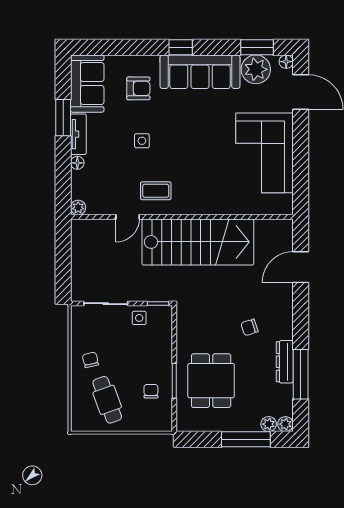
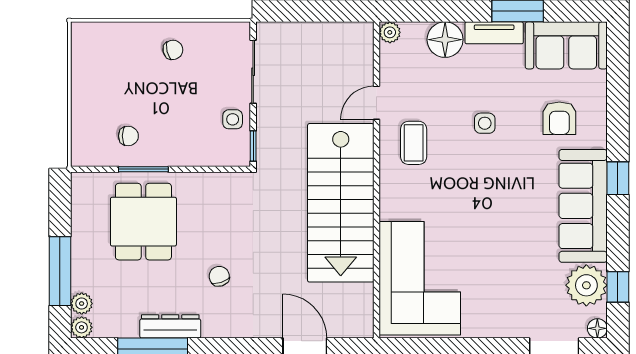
window: (257, 47) -> (618, 287), width x0.67
corner sofa: (264, 153) -> (420, 278), moved, turned 90
floor lamp: (77, 163) -> (445, 40), width x1.89, depth x1.89
door: (128, 217) -> (376, 103), hinge flipped
dining table: (211, 381) -> (143, 222), turned 90
cafe table: (107, 400) -> (116, 74), removed

